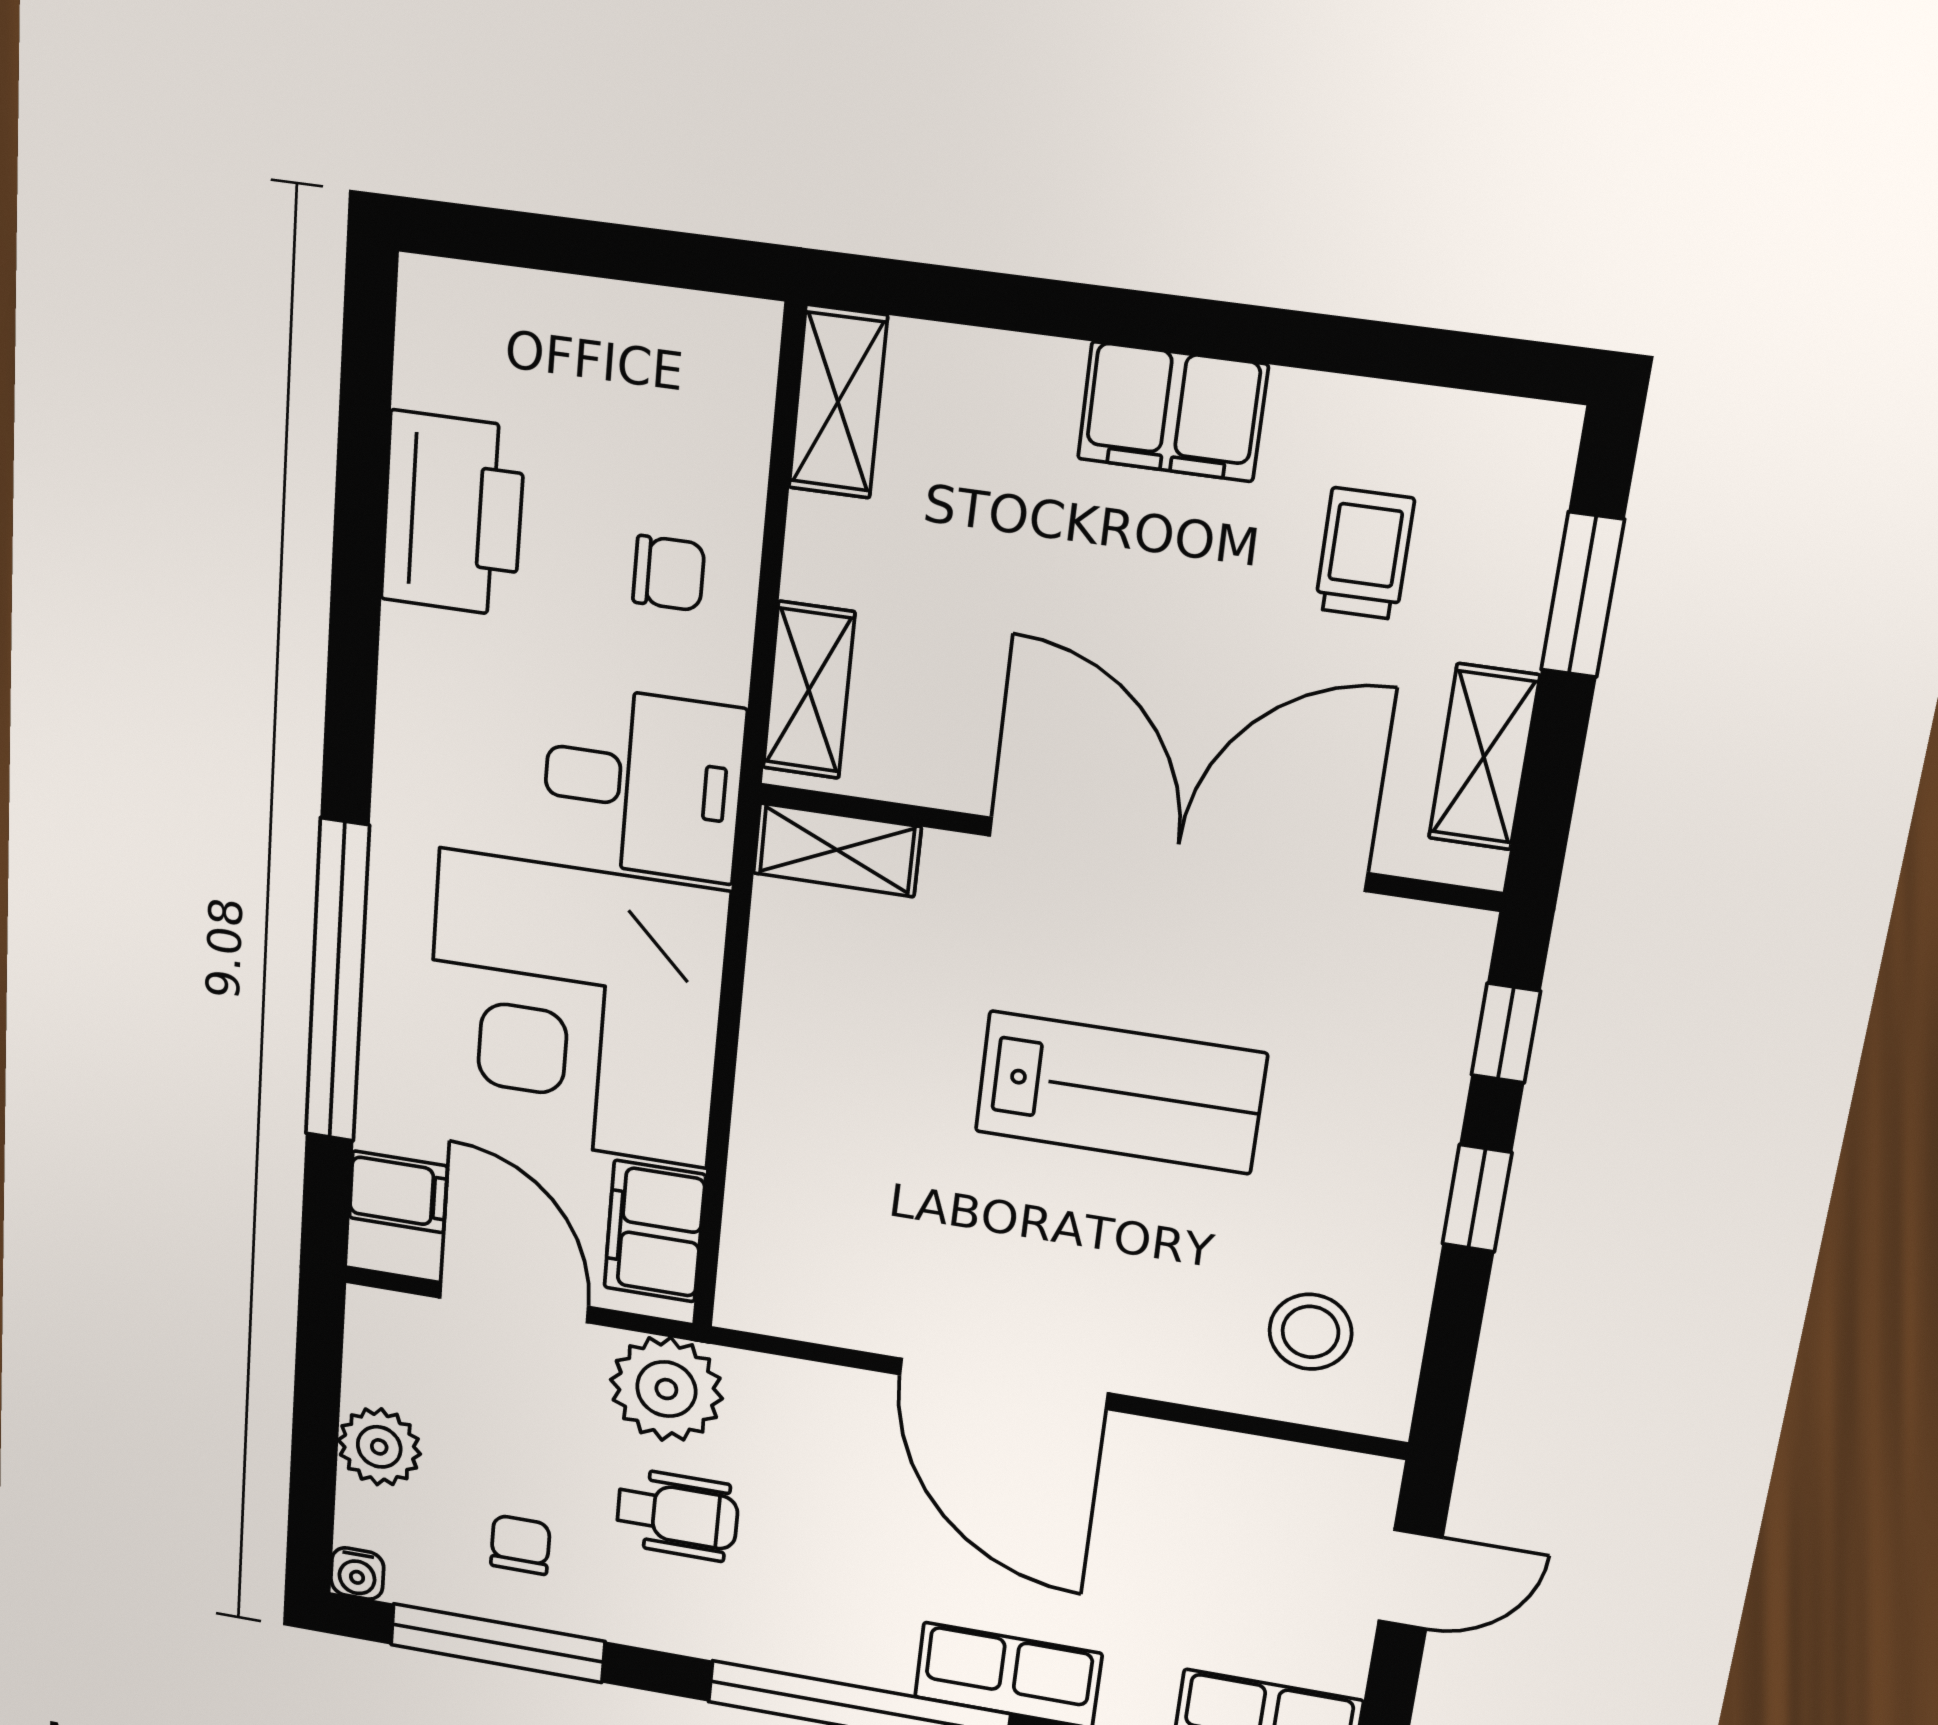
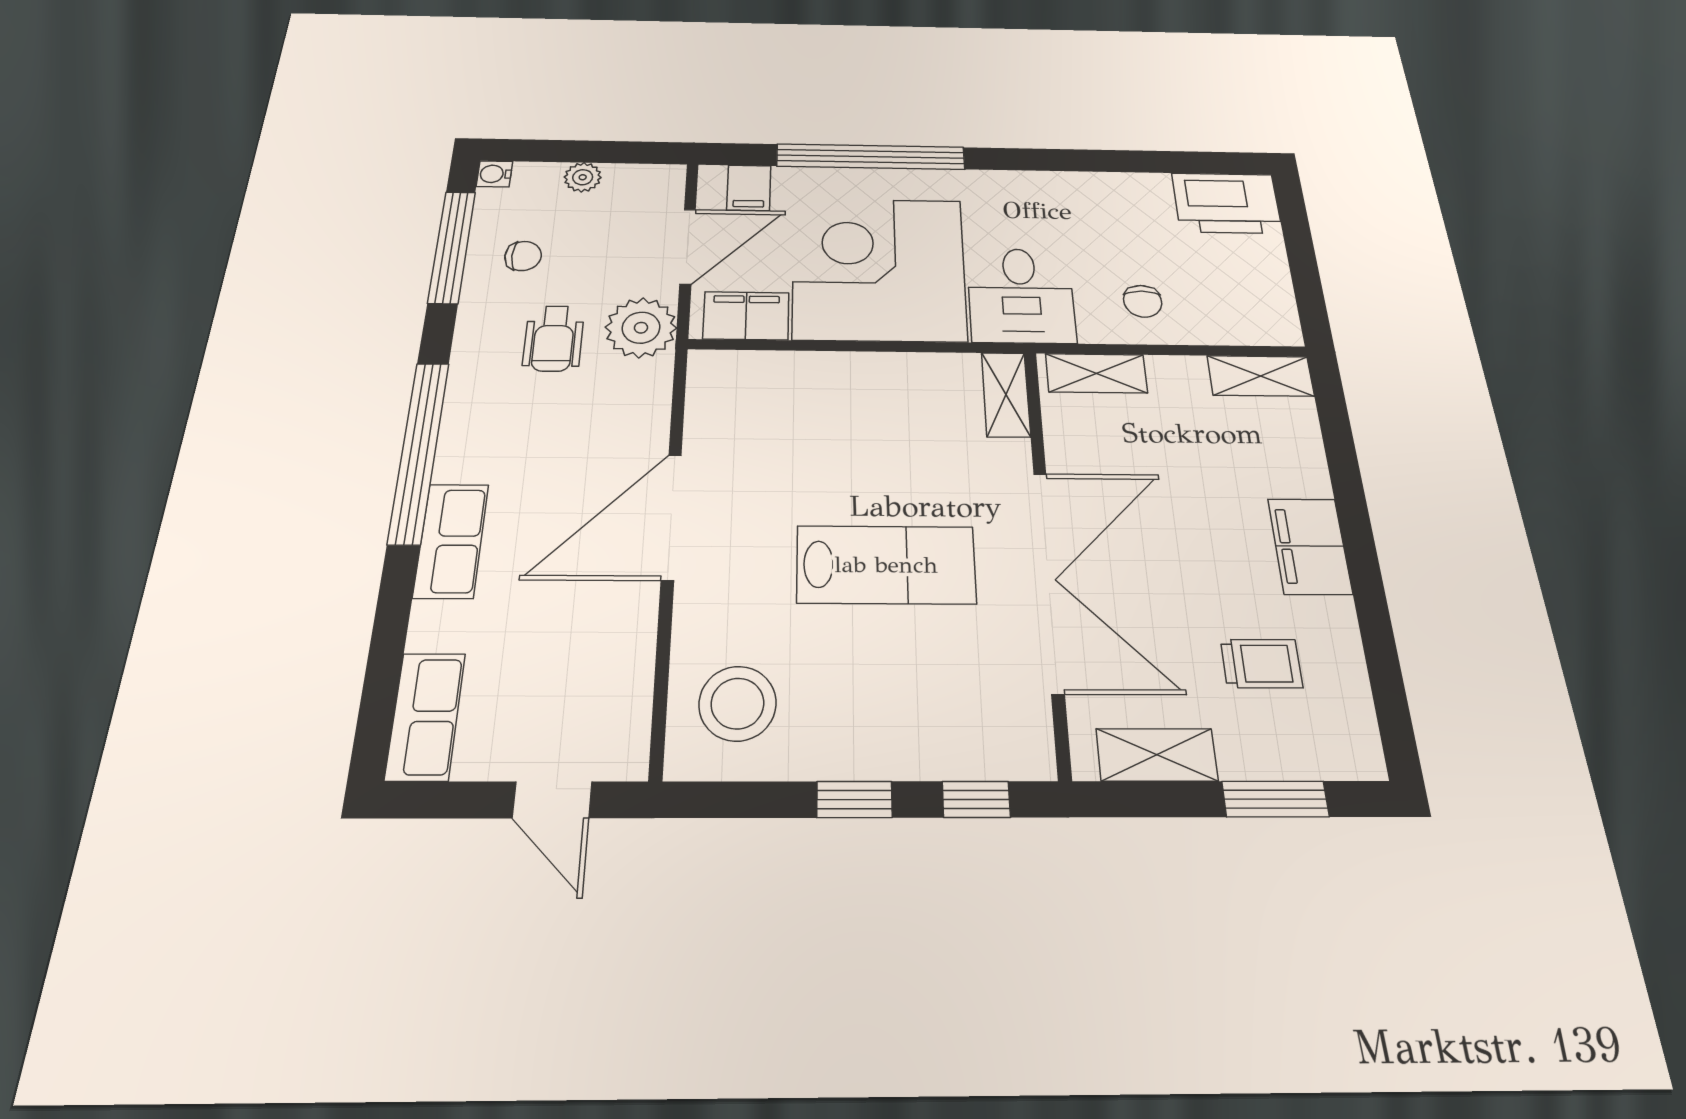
printer: (453, 514) -> (1227, 203), moved
lab bench: (1120, 1093) -> (886, 565), turned -90
stool: (1311, 1332) -> (738, 704), width x1.38, depth x1.38
plant: (379, 1447) -> (583, 177), width x0.73, depth x0.73

